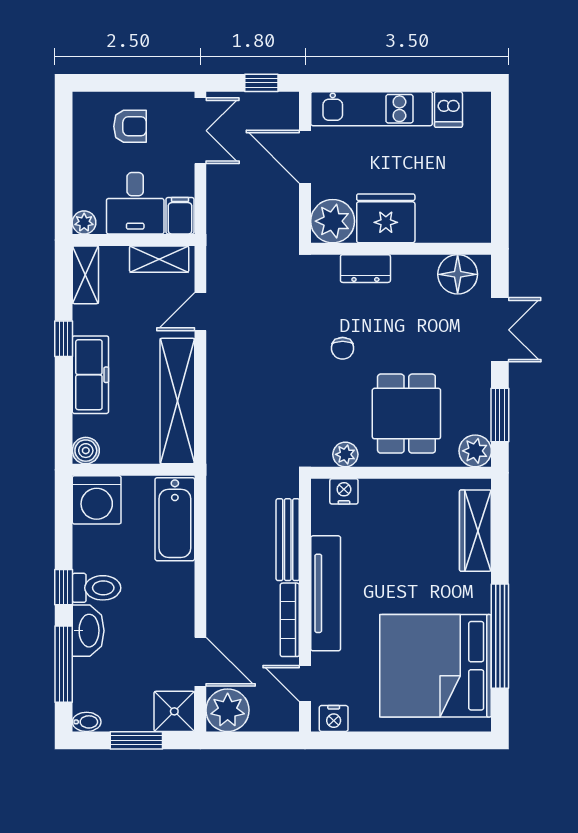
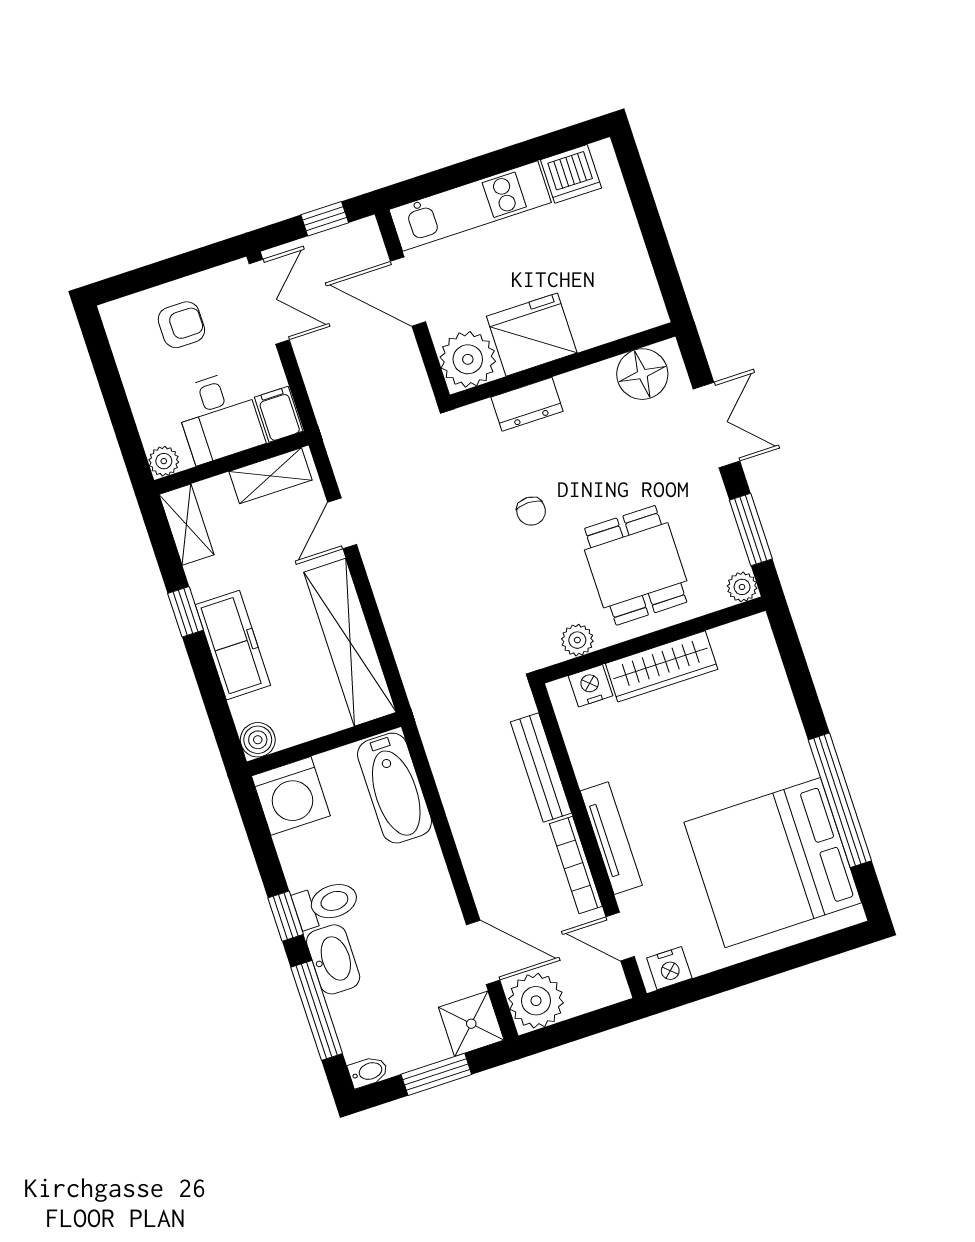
dishwasher: (448, 109) -> (571, 174), width x1.38
plant: (475, 451) -> (742, 587), width x0.73, depth x0.73
wardrobe: (475, 531) -> (662, 666), moved, turned -90
tv unit: (326, 593) -> (611, 838), width x0.73, depth x0.78

